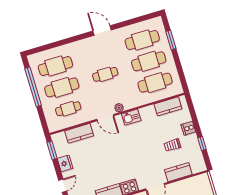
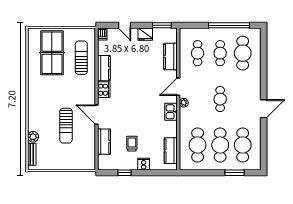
cafe table: (62, 87) -> (220, 53), width x0.73, depth x0.74

